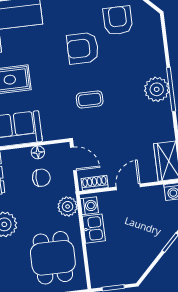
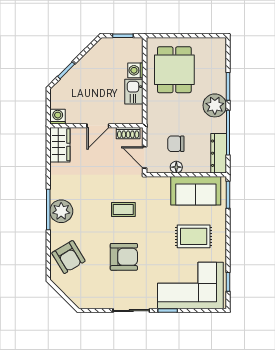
armchair: (118, 20) -> (68, 257), moved, turned -31
plant: (68, 206) -> (155, 115), removed
washing machine: (89, 206) -> (135, 70), moved

